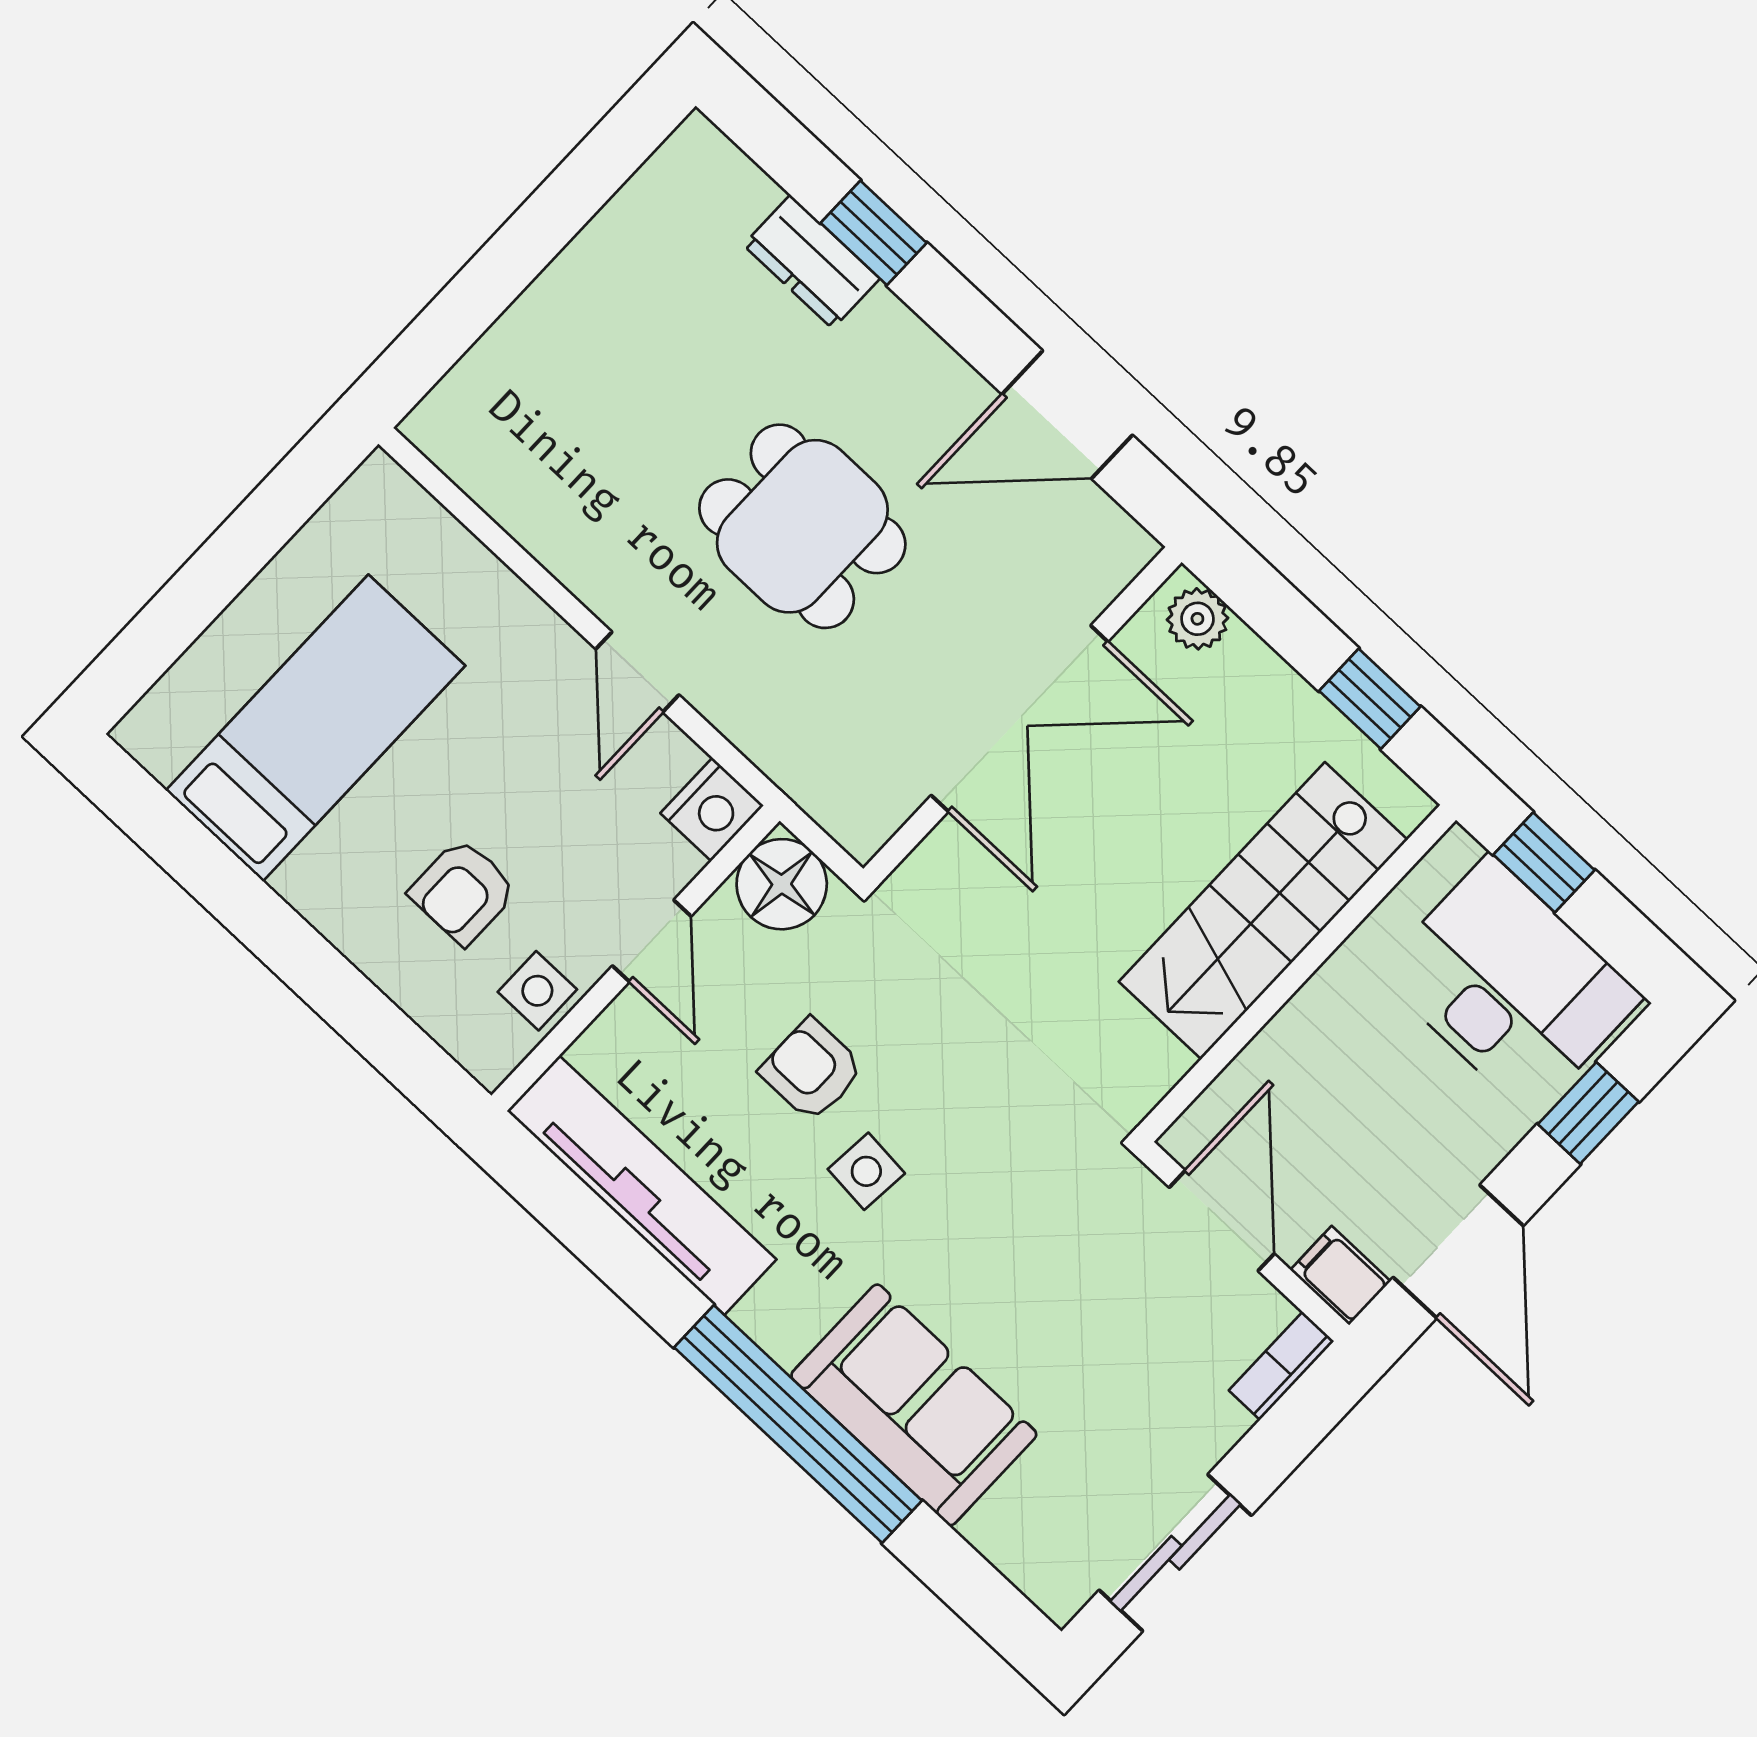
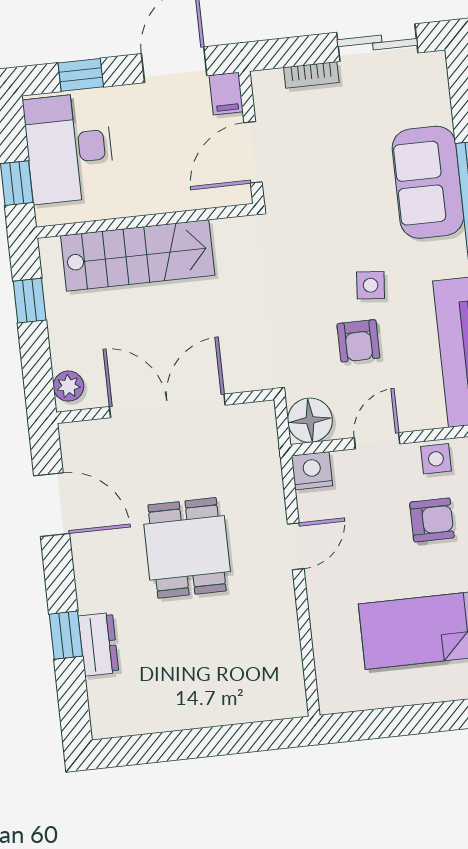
bookcase: (1281, 1366) -> (311, 75), moved

